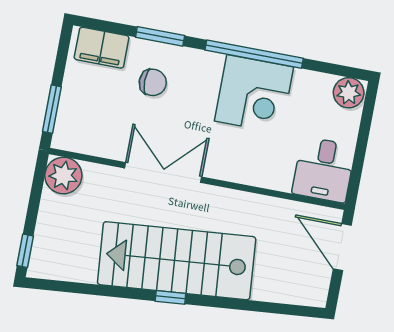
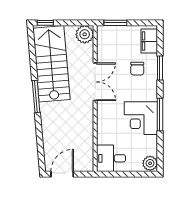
window: (254, 54) -> (160, 115), width x0.68
door: (342, 247) -> (62, 174), moved
stairs: (177, 261) -> (51, 64), moved
window: (170, 297) -> (36, 97), width x2.17

